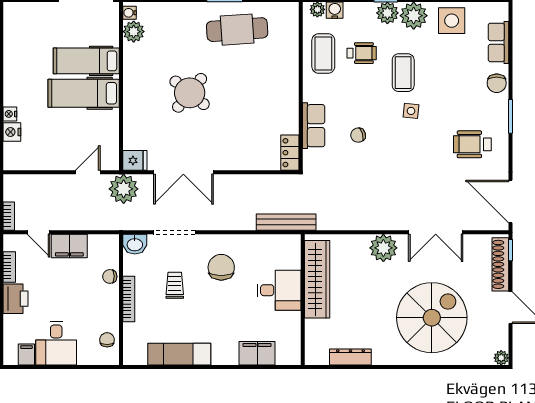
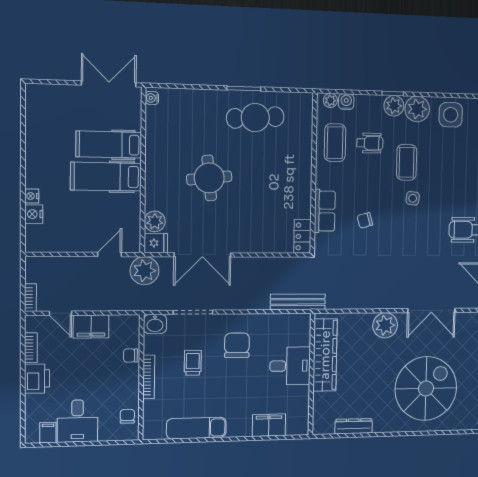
plant: (134, 32) -> (155, 221), moved
round table: (190, 93) -> (209, 178), turned 45

